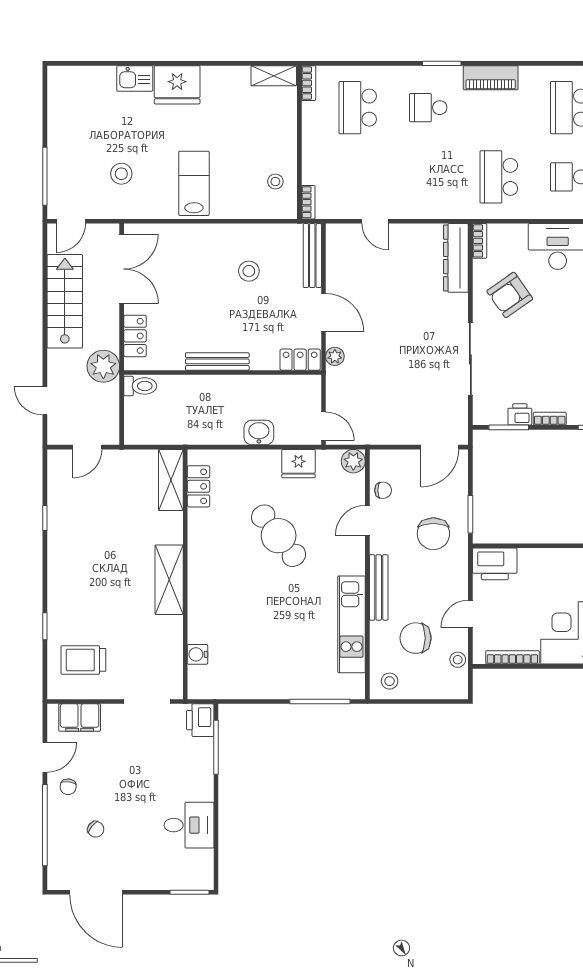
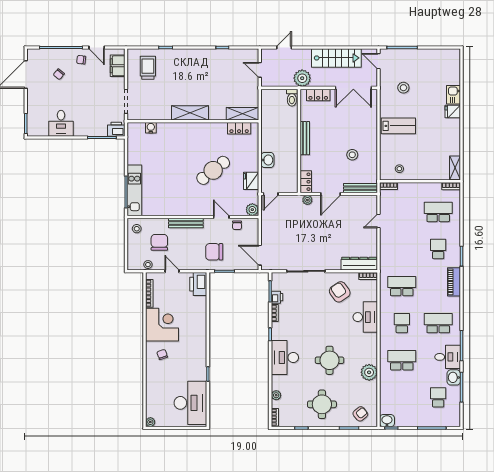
fridge: (177, 85) -> (453, 111), width x0.53, depth x0.75
kitchen unit: (351, 624) -> (134, 190), moved, turned 90

